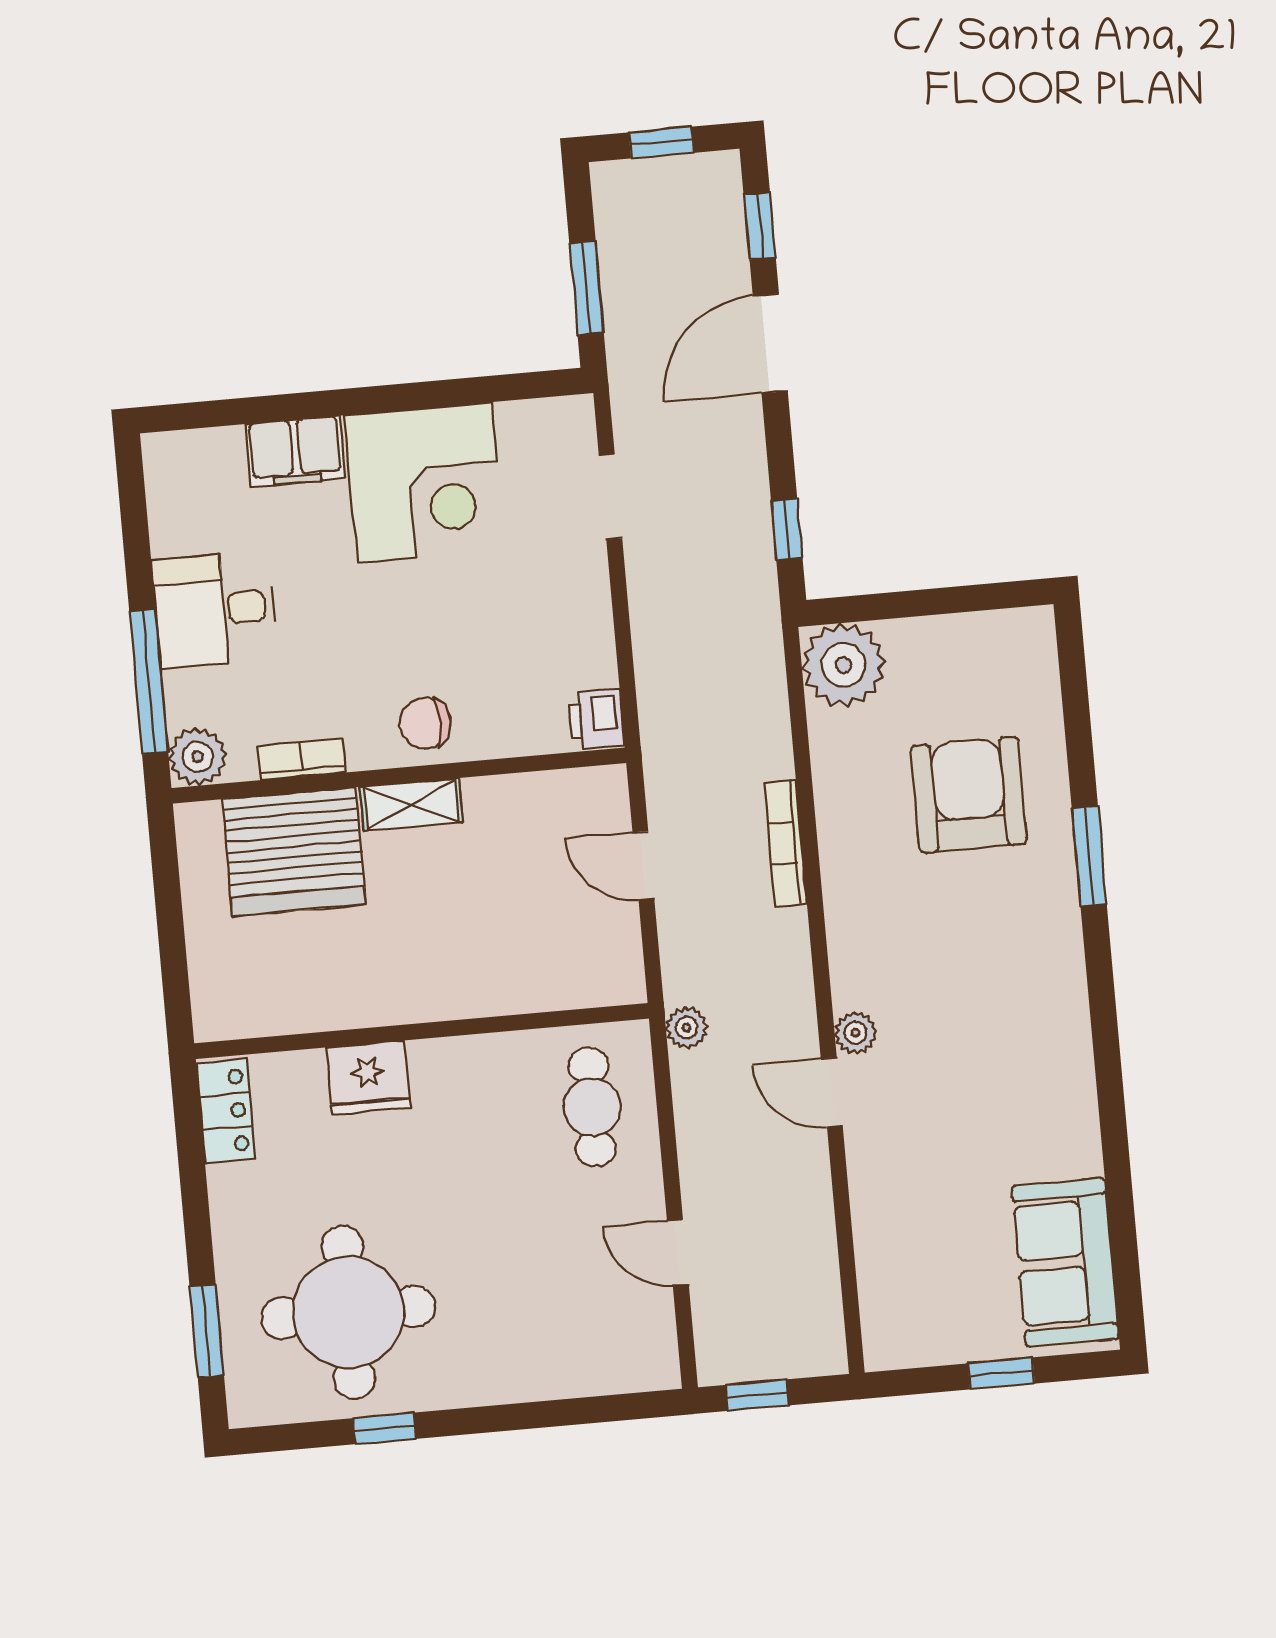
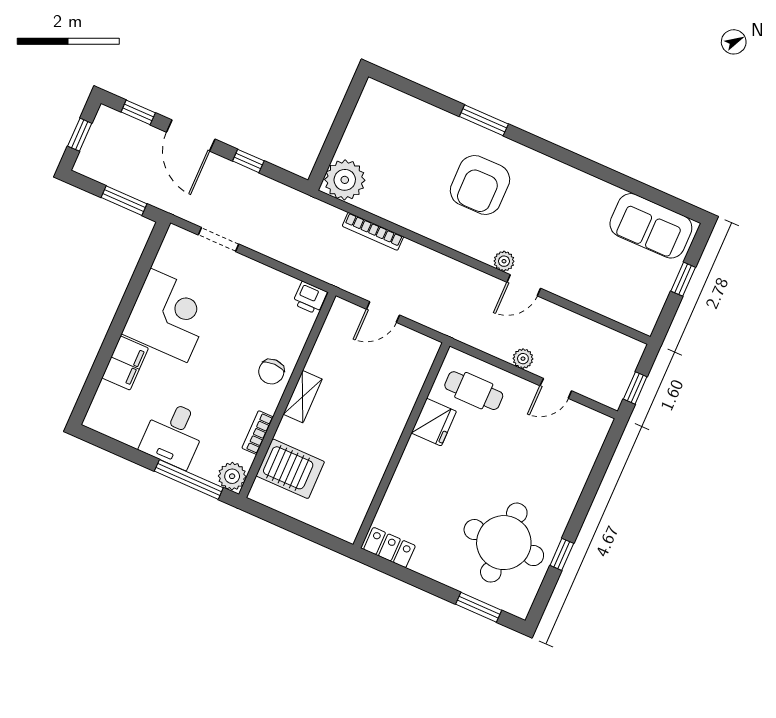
window: (787, 529) -> (248, 161), moved
armchair: (969, 795) -> (480, 185), moved, turned -90
bookcase: (786, 843) -> (373, 231), moved
server rack: (294, 852) -> (290, 469), width x0.62
plant: (687, 1028) -> (523, 359), moved
fridge: (368, 1078) -> (434, 422), moved

